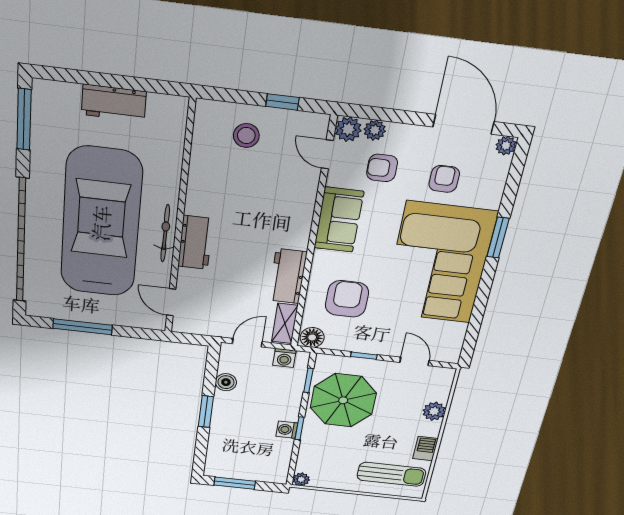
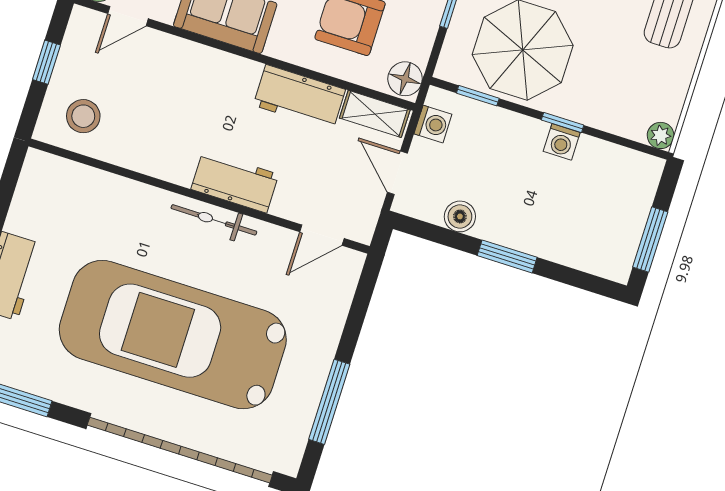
wall: (180, 221) -> (199, 196), moved
bicycle: (165, 233) -> (214, 220), moved
workbench: (195, 243) -> (235, 182), moved
door: (171, 302) -> (322, 235), moved

